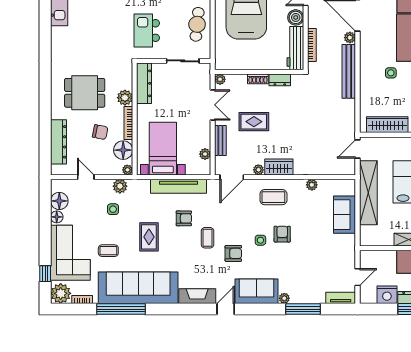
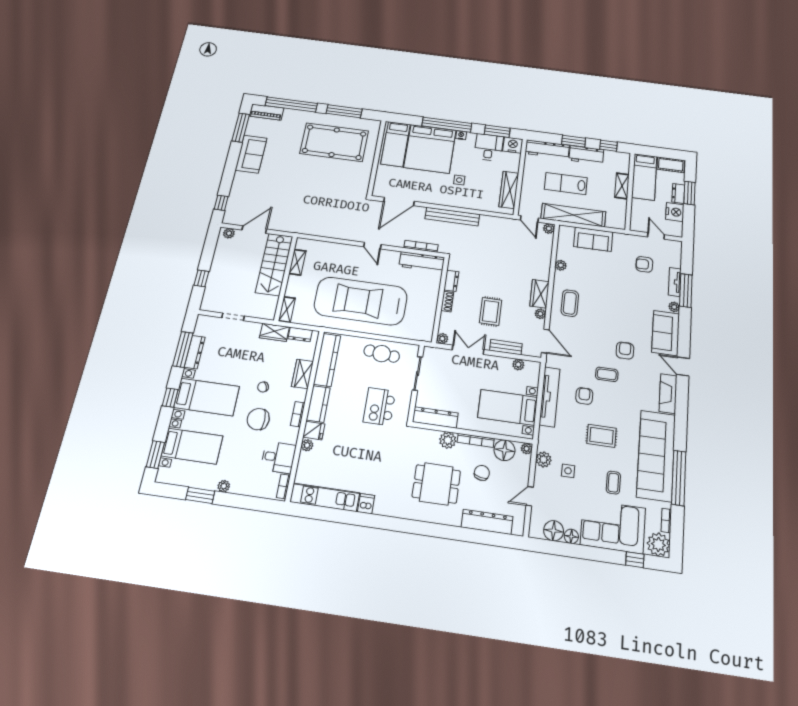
boiler: (296, 17) -> (391, 257), removed
kitchen island: (147, 31) -> (379, 407), turned 90
dishwasher: (59, 33) -> (366, 504), added
plant: (350, 38) -> (549, 229), moved
dining table: (85, 93) -> (436, 484), turned 90
armchair: (282, 234) -> (644, 264), moved
side table: (260, 240) -> (613, 322), removed
tv unit: (341, 298) -> (675, 282), moved

